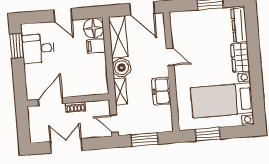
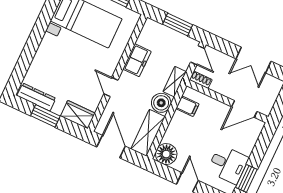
dresser: (239, 25) -> (36, 97), moved, turned -90
filing cabinet: (96, 46) -> (187, 106), moved
wardrobe: (240, 58) -> (78, 115), moved, turned -90
shoe rack: (75, 107) -> (201, 80), moved

